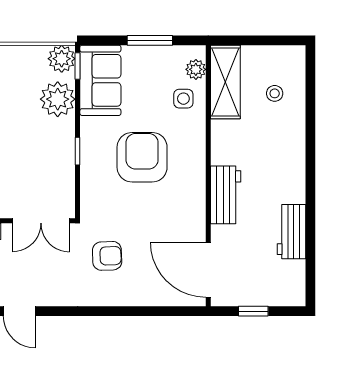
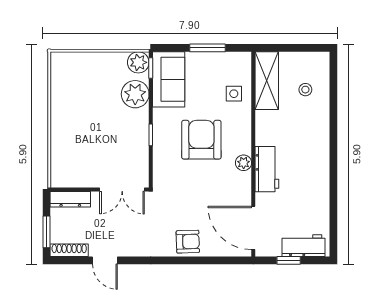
plant: (196, 69) -> (244, 163), moved
workbench: (292, 232) -> (304, 246), moved, turned 90
armchair: (107, 256) -> (188, 242), moved

